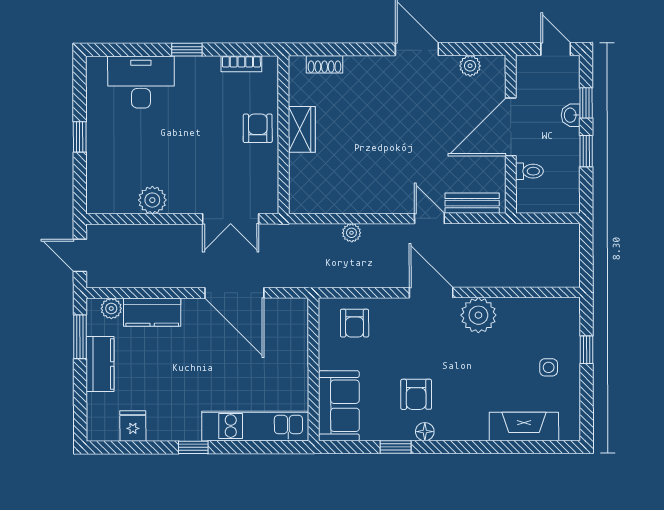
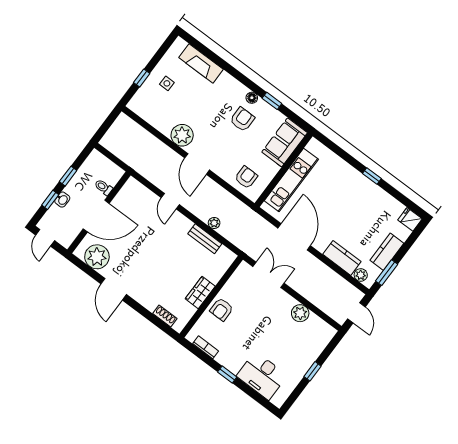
plant: (470, 66) -> (97, 257), width x1.87, depth x1.87
bench: (472, 203) -> (205, 239), moved
fridge: (133, 426) -> (410, 219), moved, turned 90
kitchen unit: (255, 426) -> (291, 180), moved, turned -90

